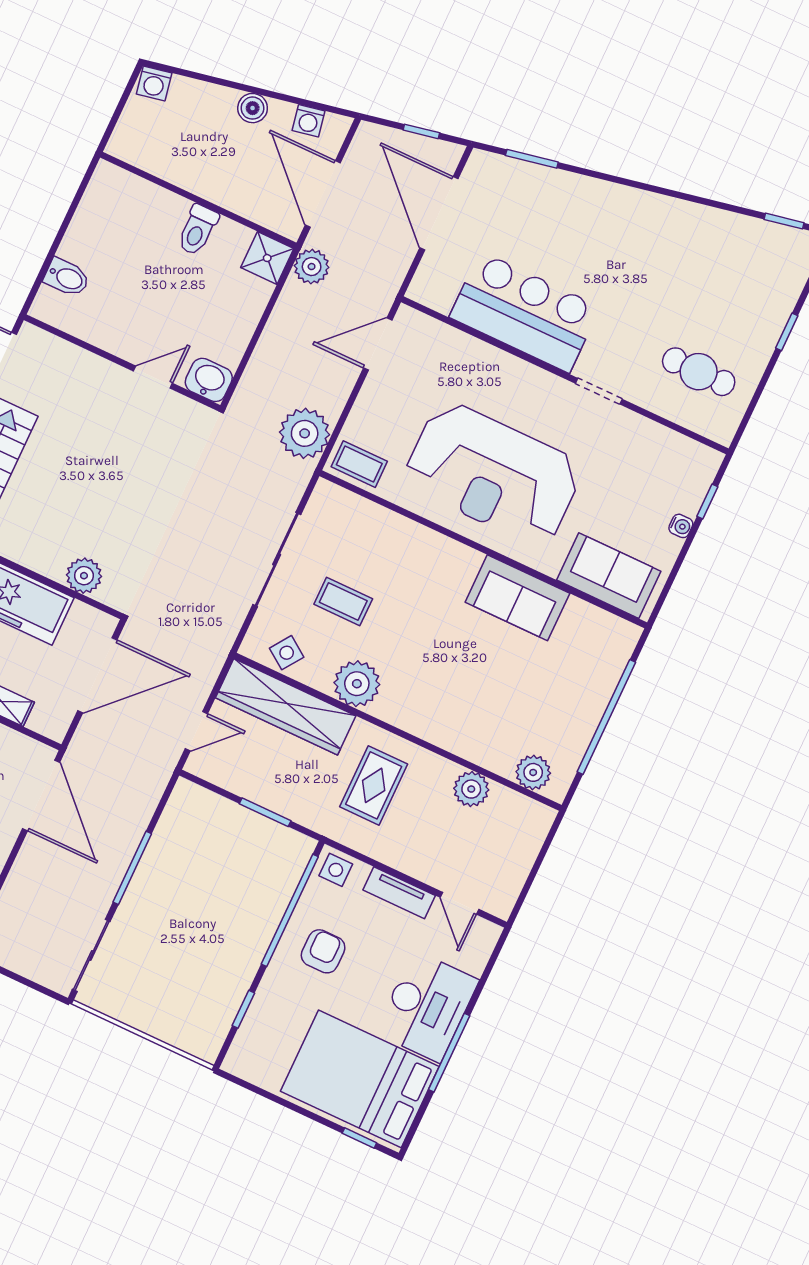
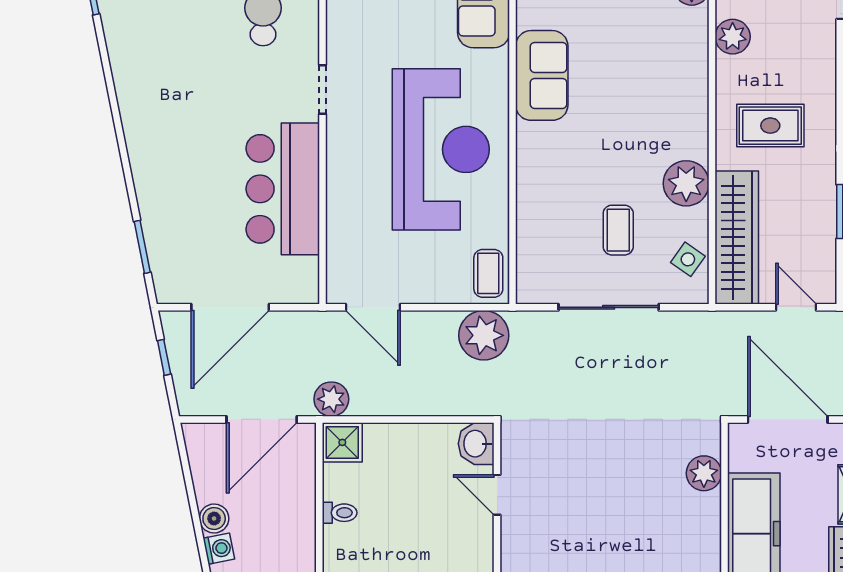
washing machine: (309, 121) -> (219, 549), moved
toilet: (198, 230) -> (340, 513), width x0.73, depth x0.72

